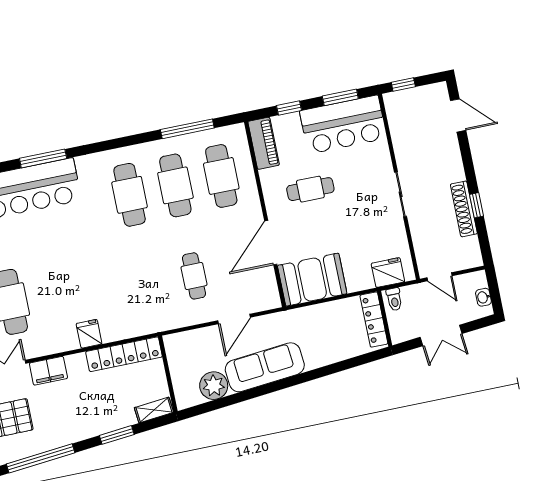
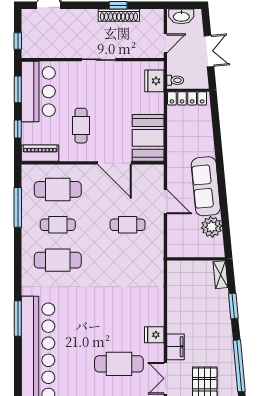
cafe table: (175, 185) -> (58, 225), width x0.73, depth x0.74
washbasin: (483, 297) -> (181, 16), width x1.91, depth x1.45
fridge: (89, 334) -> (154, 335), moved
locker: (124, 354) -> (175, 288), removed

